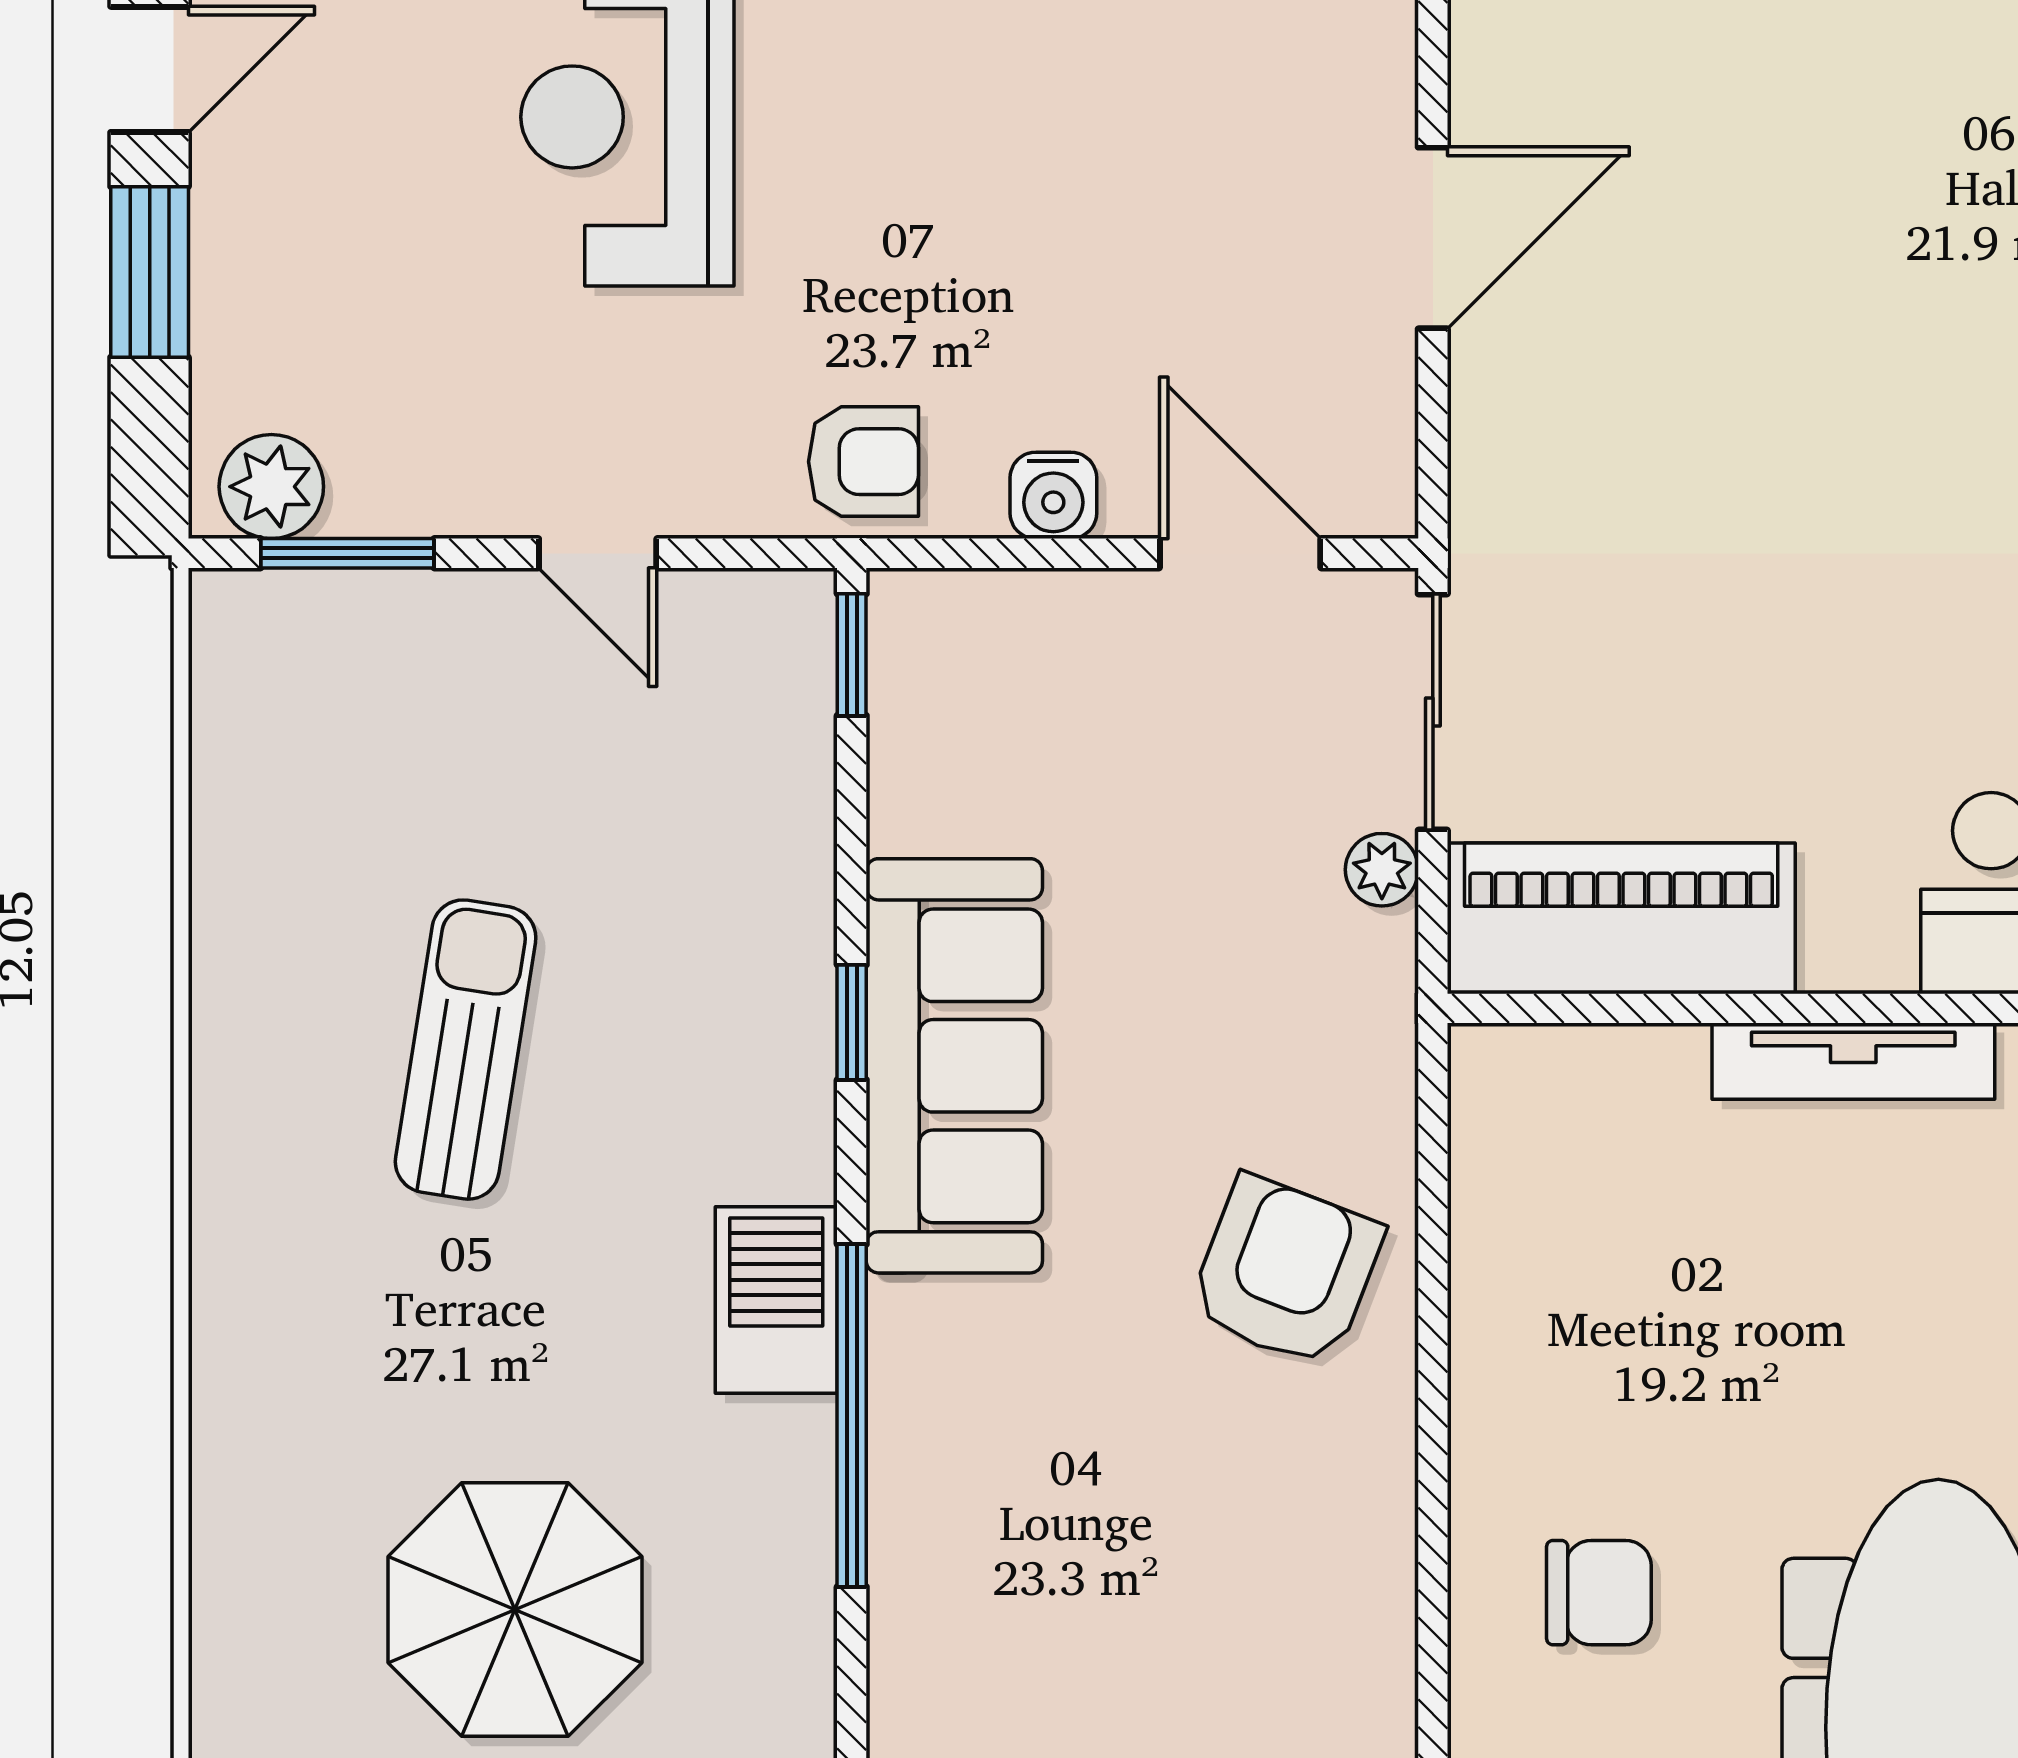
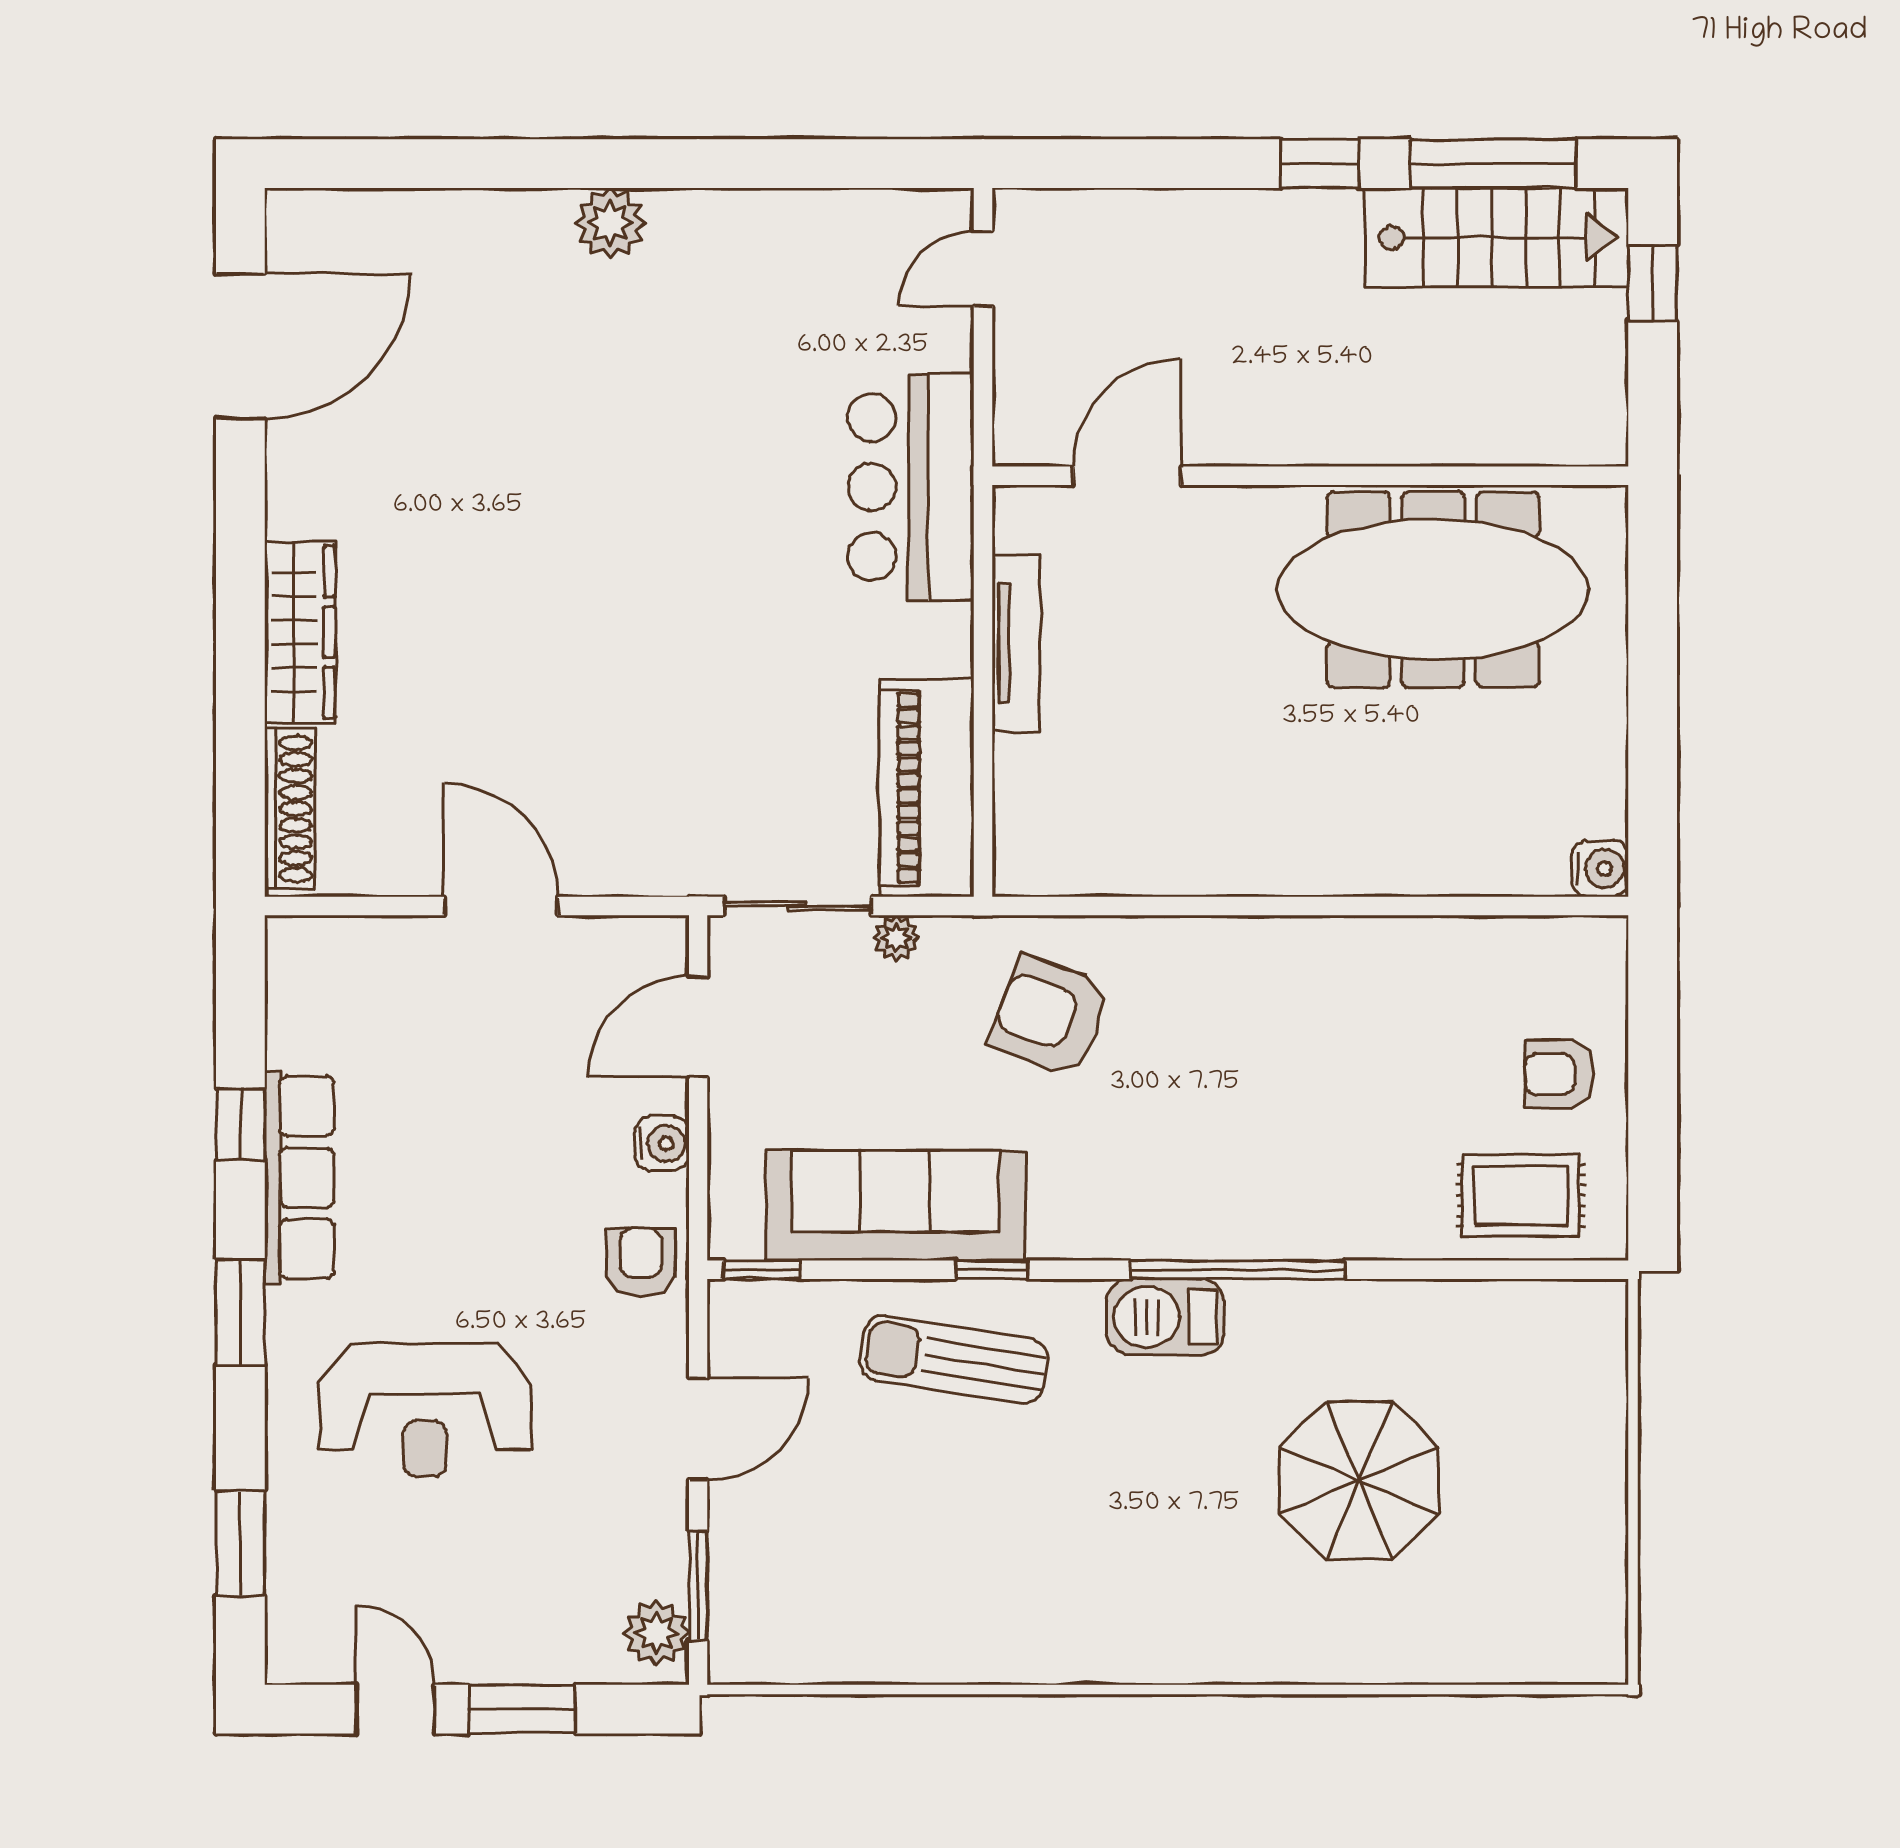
door: (598, 553) -> (698, 1429), width x1.38
sun lounger: (466, 1050) -> (954, 1359), moved
sofa: (954, 1066) -> (895, 1206), moved
armchair: (1286, 1272) -> (1050, 1016), moved
chair: (1599, 1593) -> (1349, 802), removed

